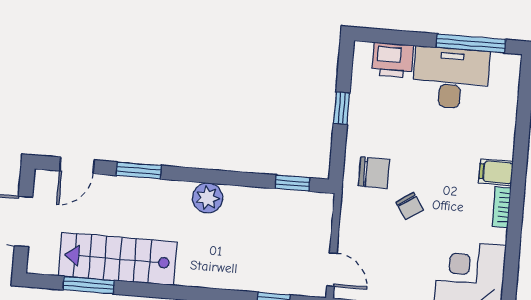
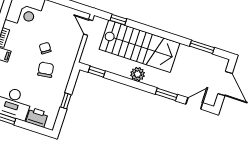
chair: (374, 173) -> (46, 70), moved, turned 83
stairs: (118, 259) -> (139, 46), moved, width x1.36, depth x1.51

